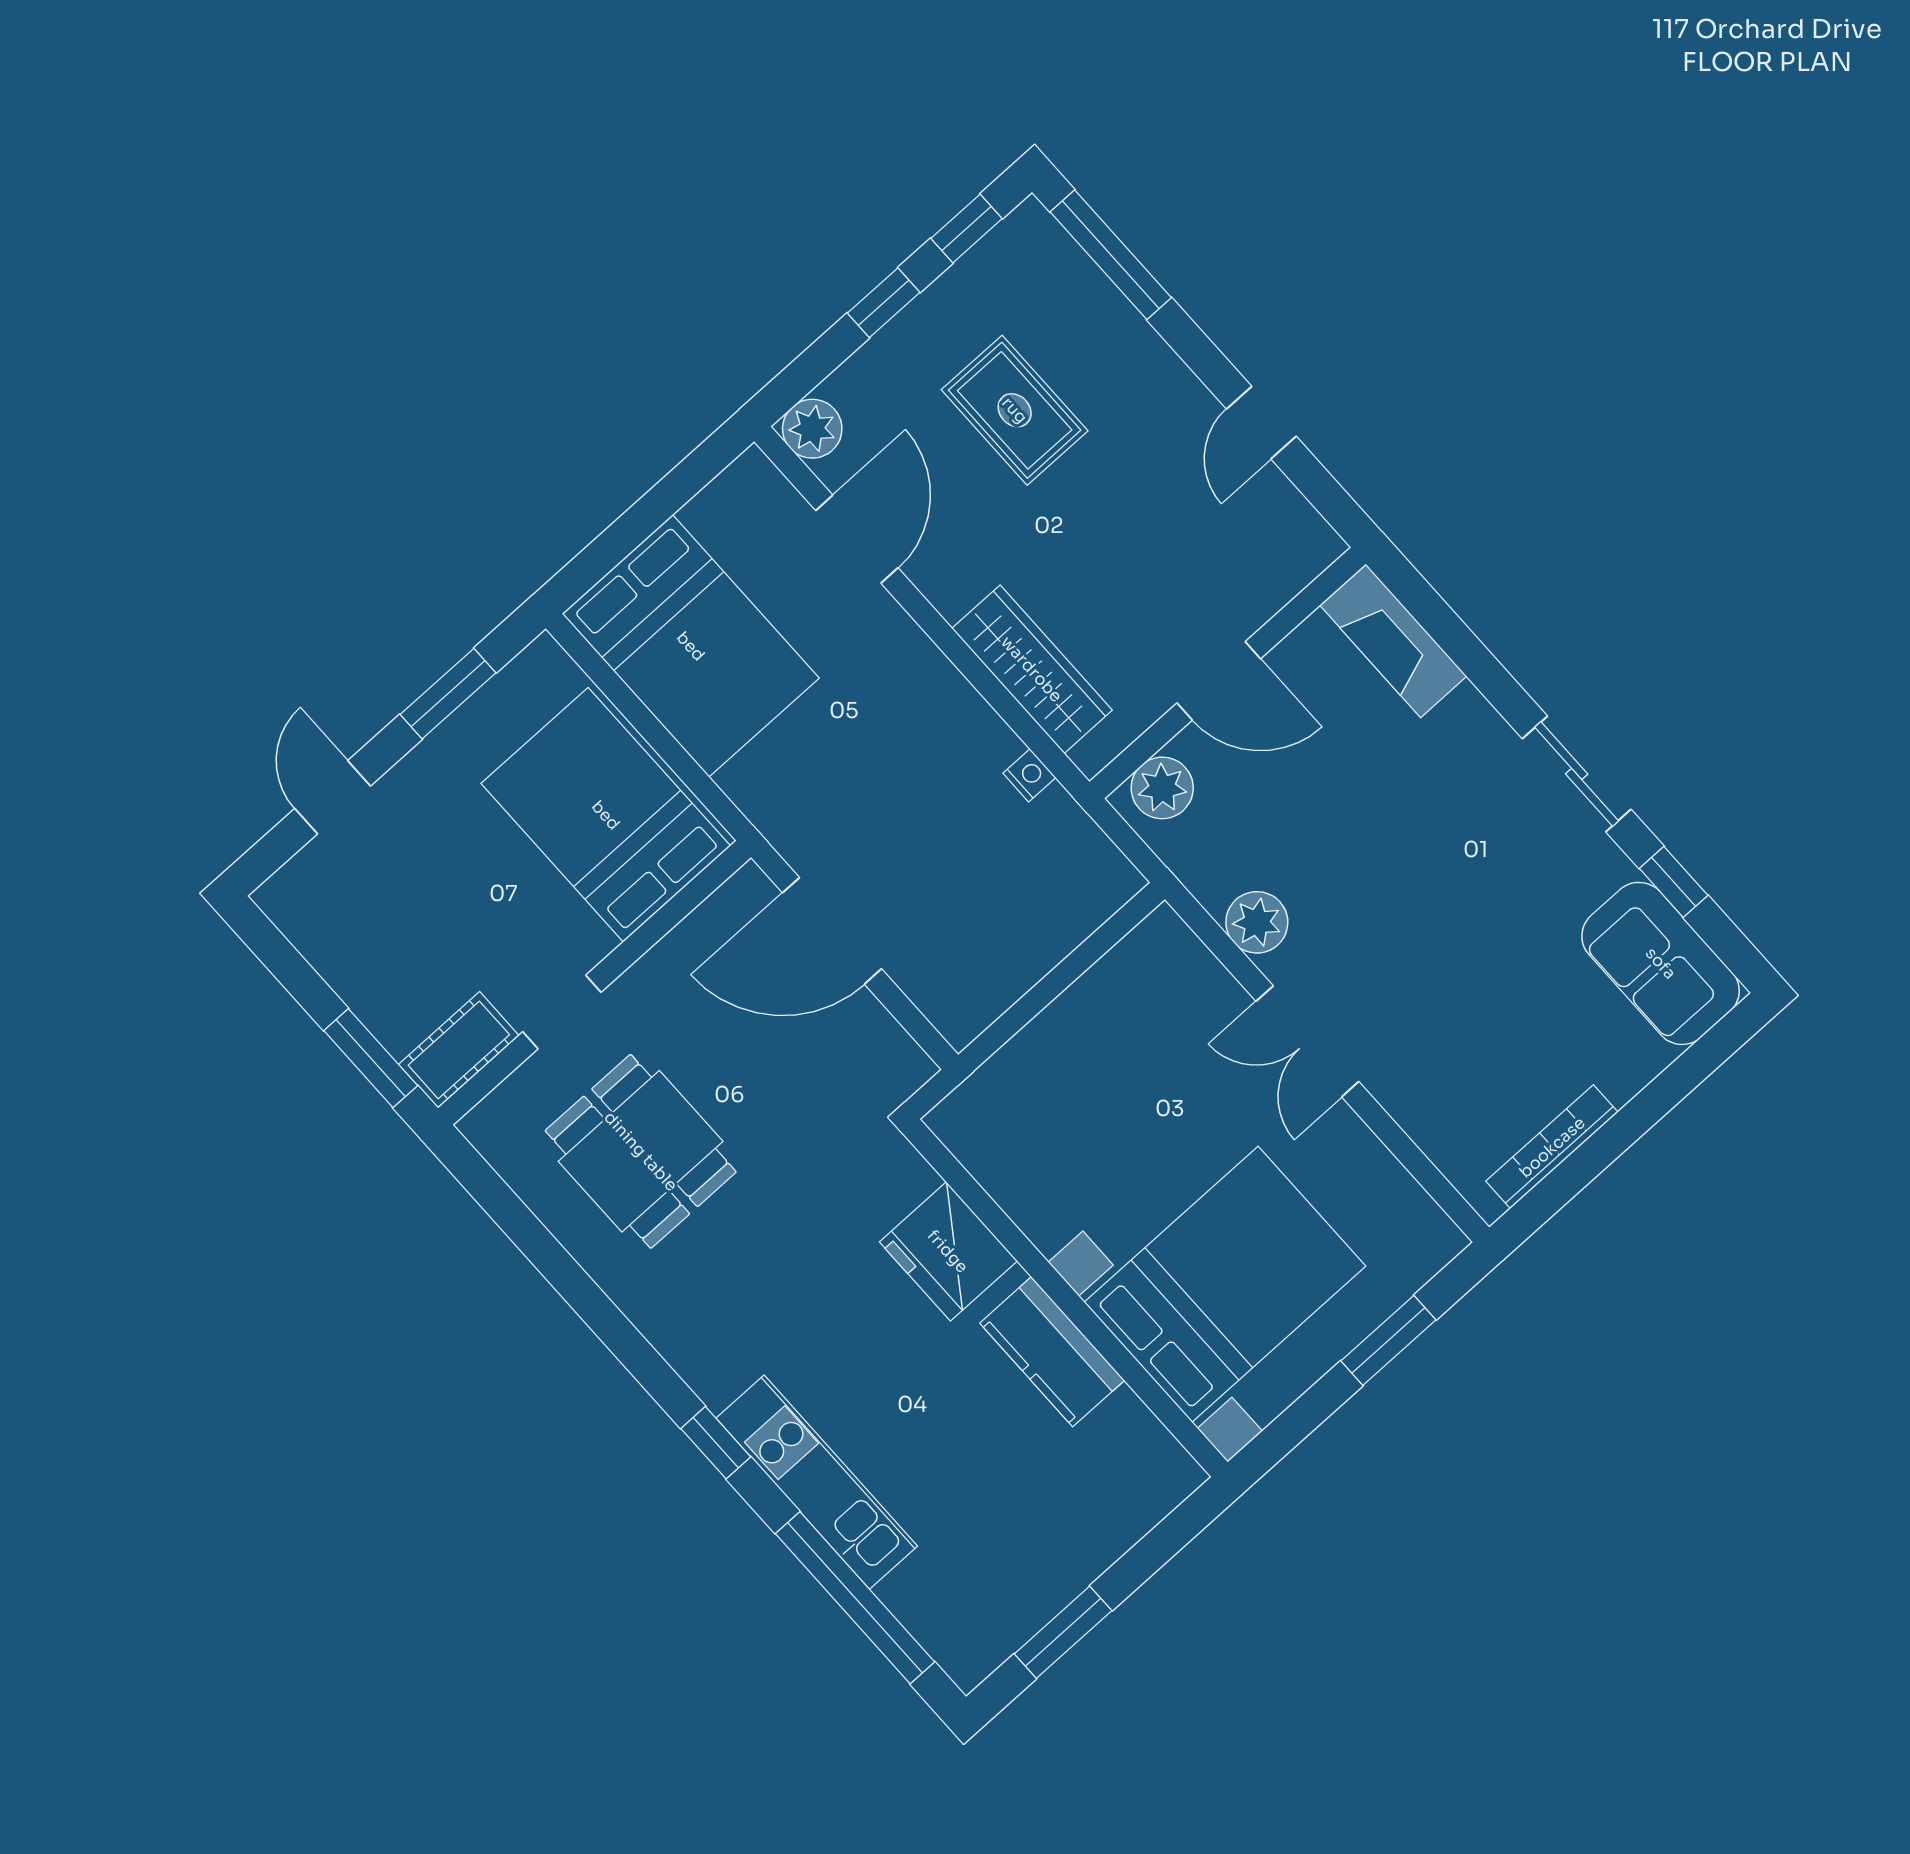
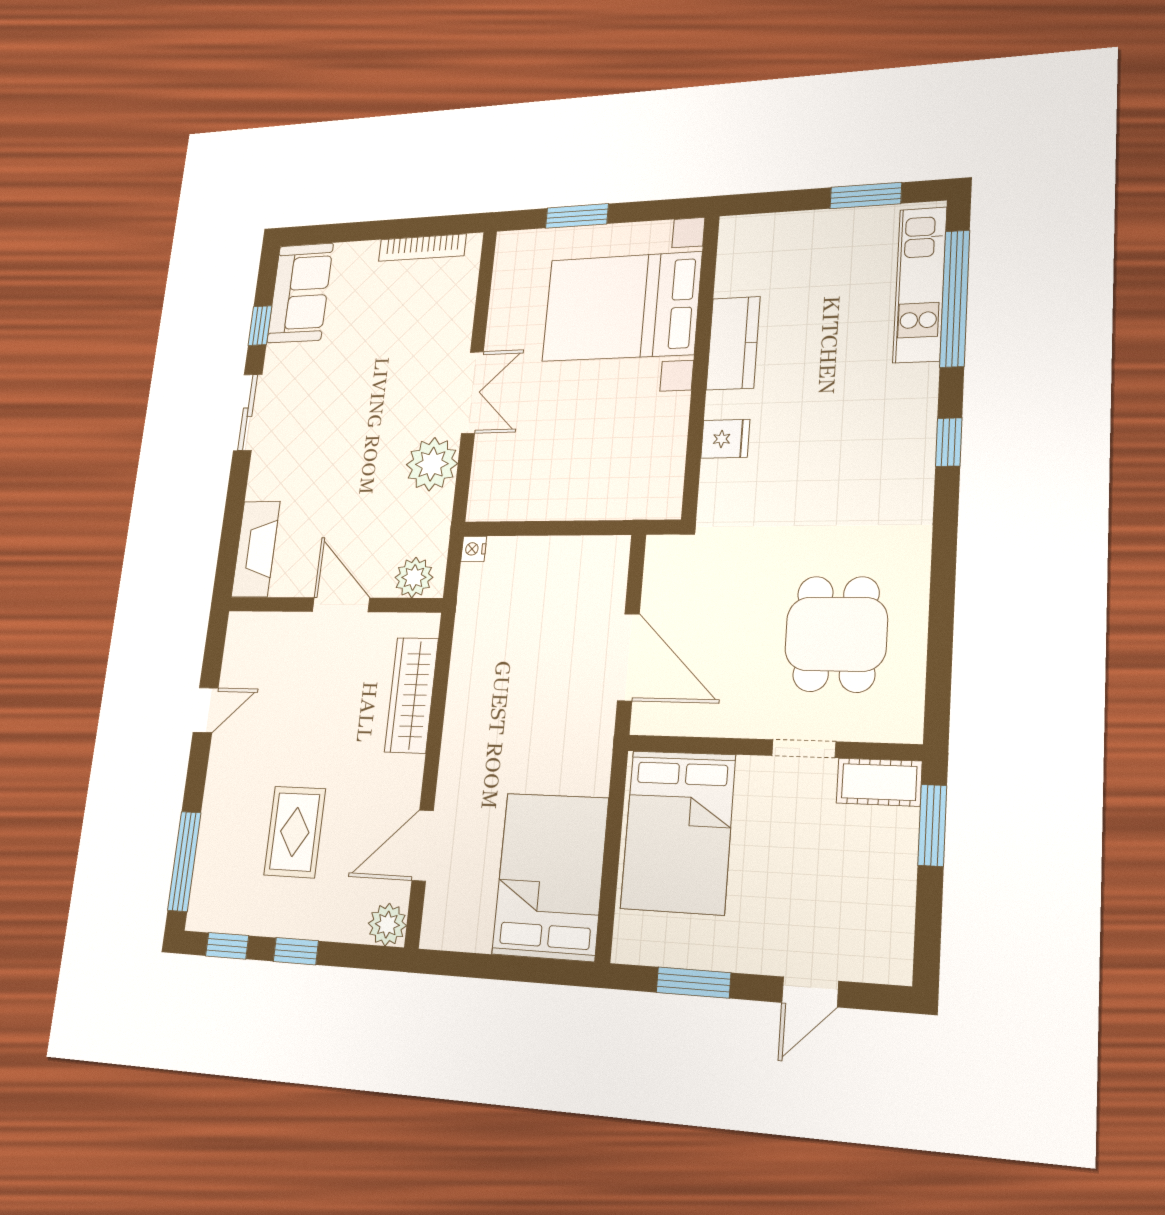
nightstand: (1029, 775) -> (474, 549), moved
plant: (1257, 922) -> (432, 464), width x1.36, depth x1.36
fridge: (948, 1251) -> (725, 439), width x0.53, depth x0.75
kitchen unit: (817, 1482) -> (920, 285), moved

